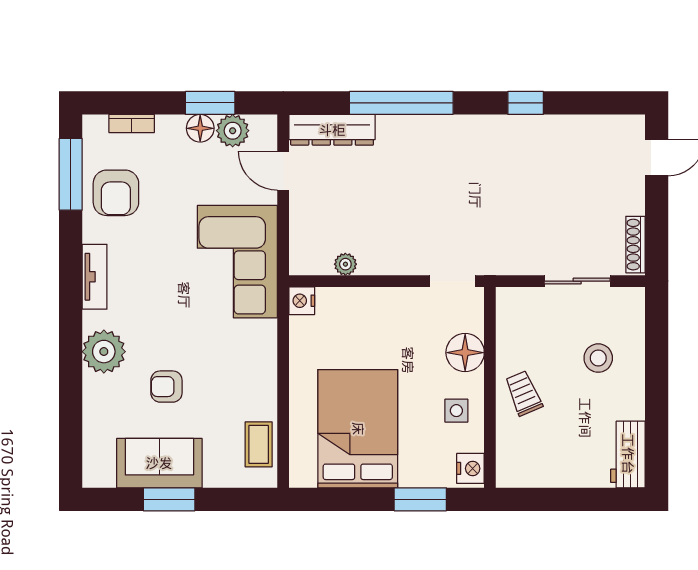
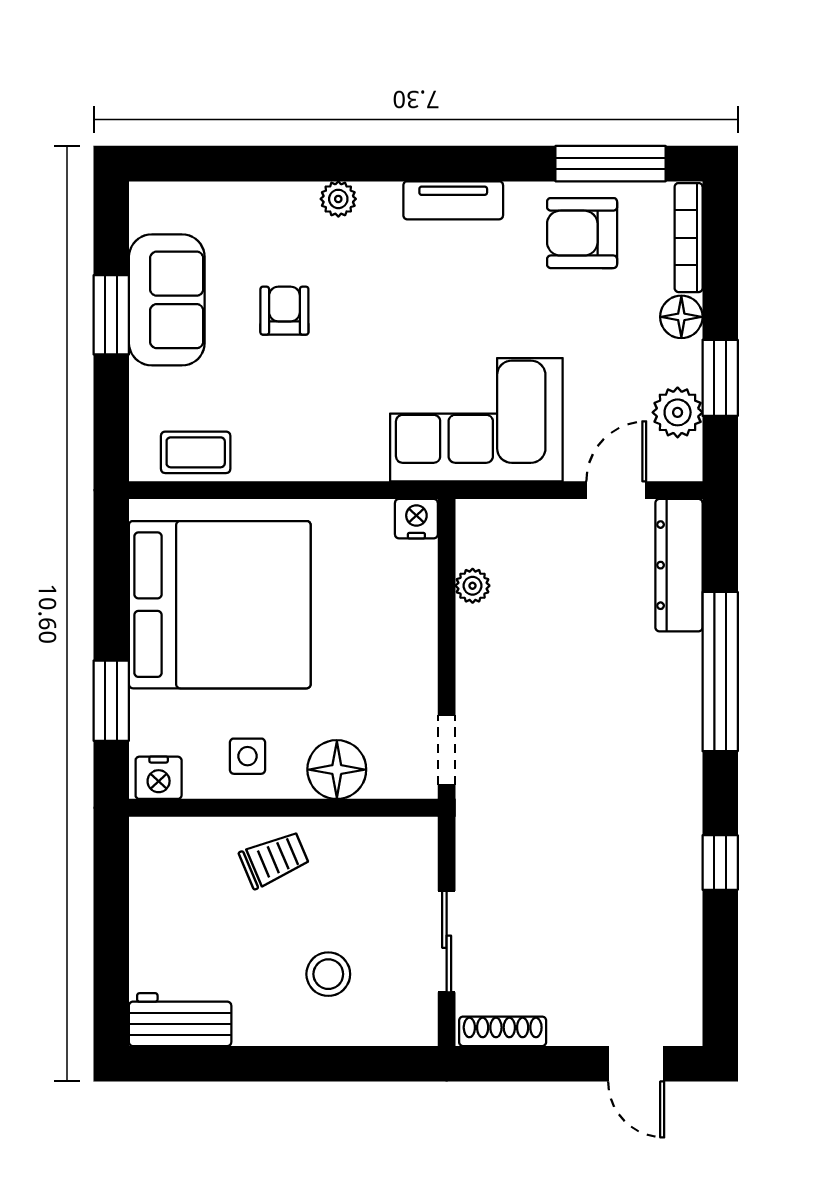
bookcase: (132, 124) -> (689, 238), width x1.56
floor lamp: (200, 128) -> (681, 317), moved
plant: (104, 352) -> (338, 199), width x0.53, depth x0.53
bed: (358, 429) -> (220, 605), width x1.36

